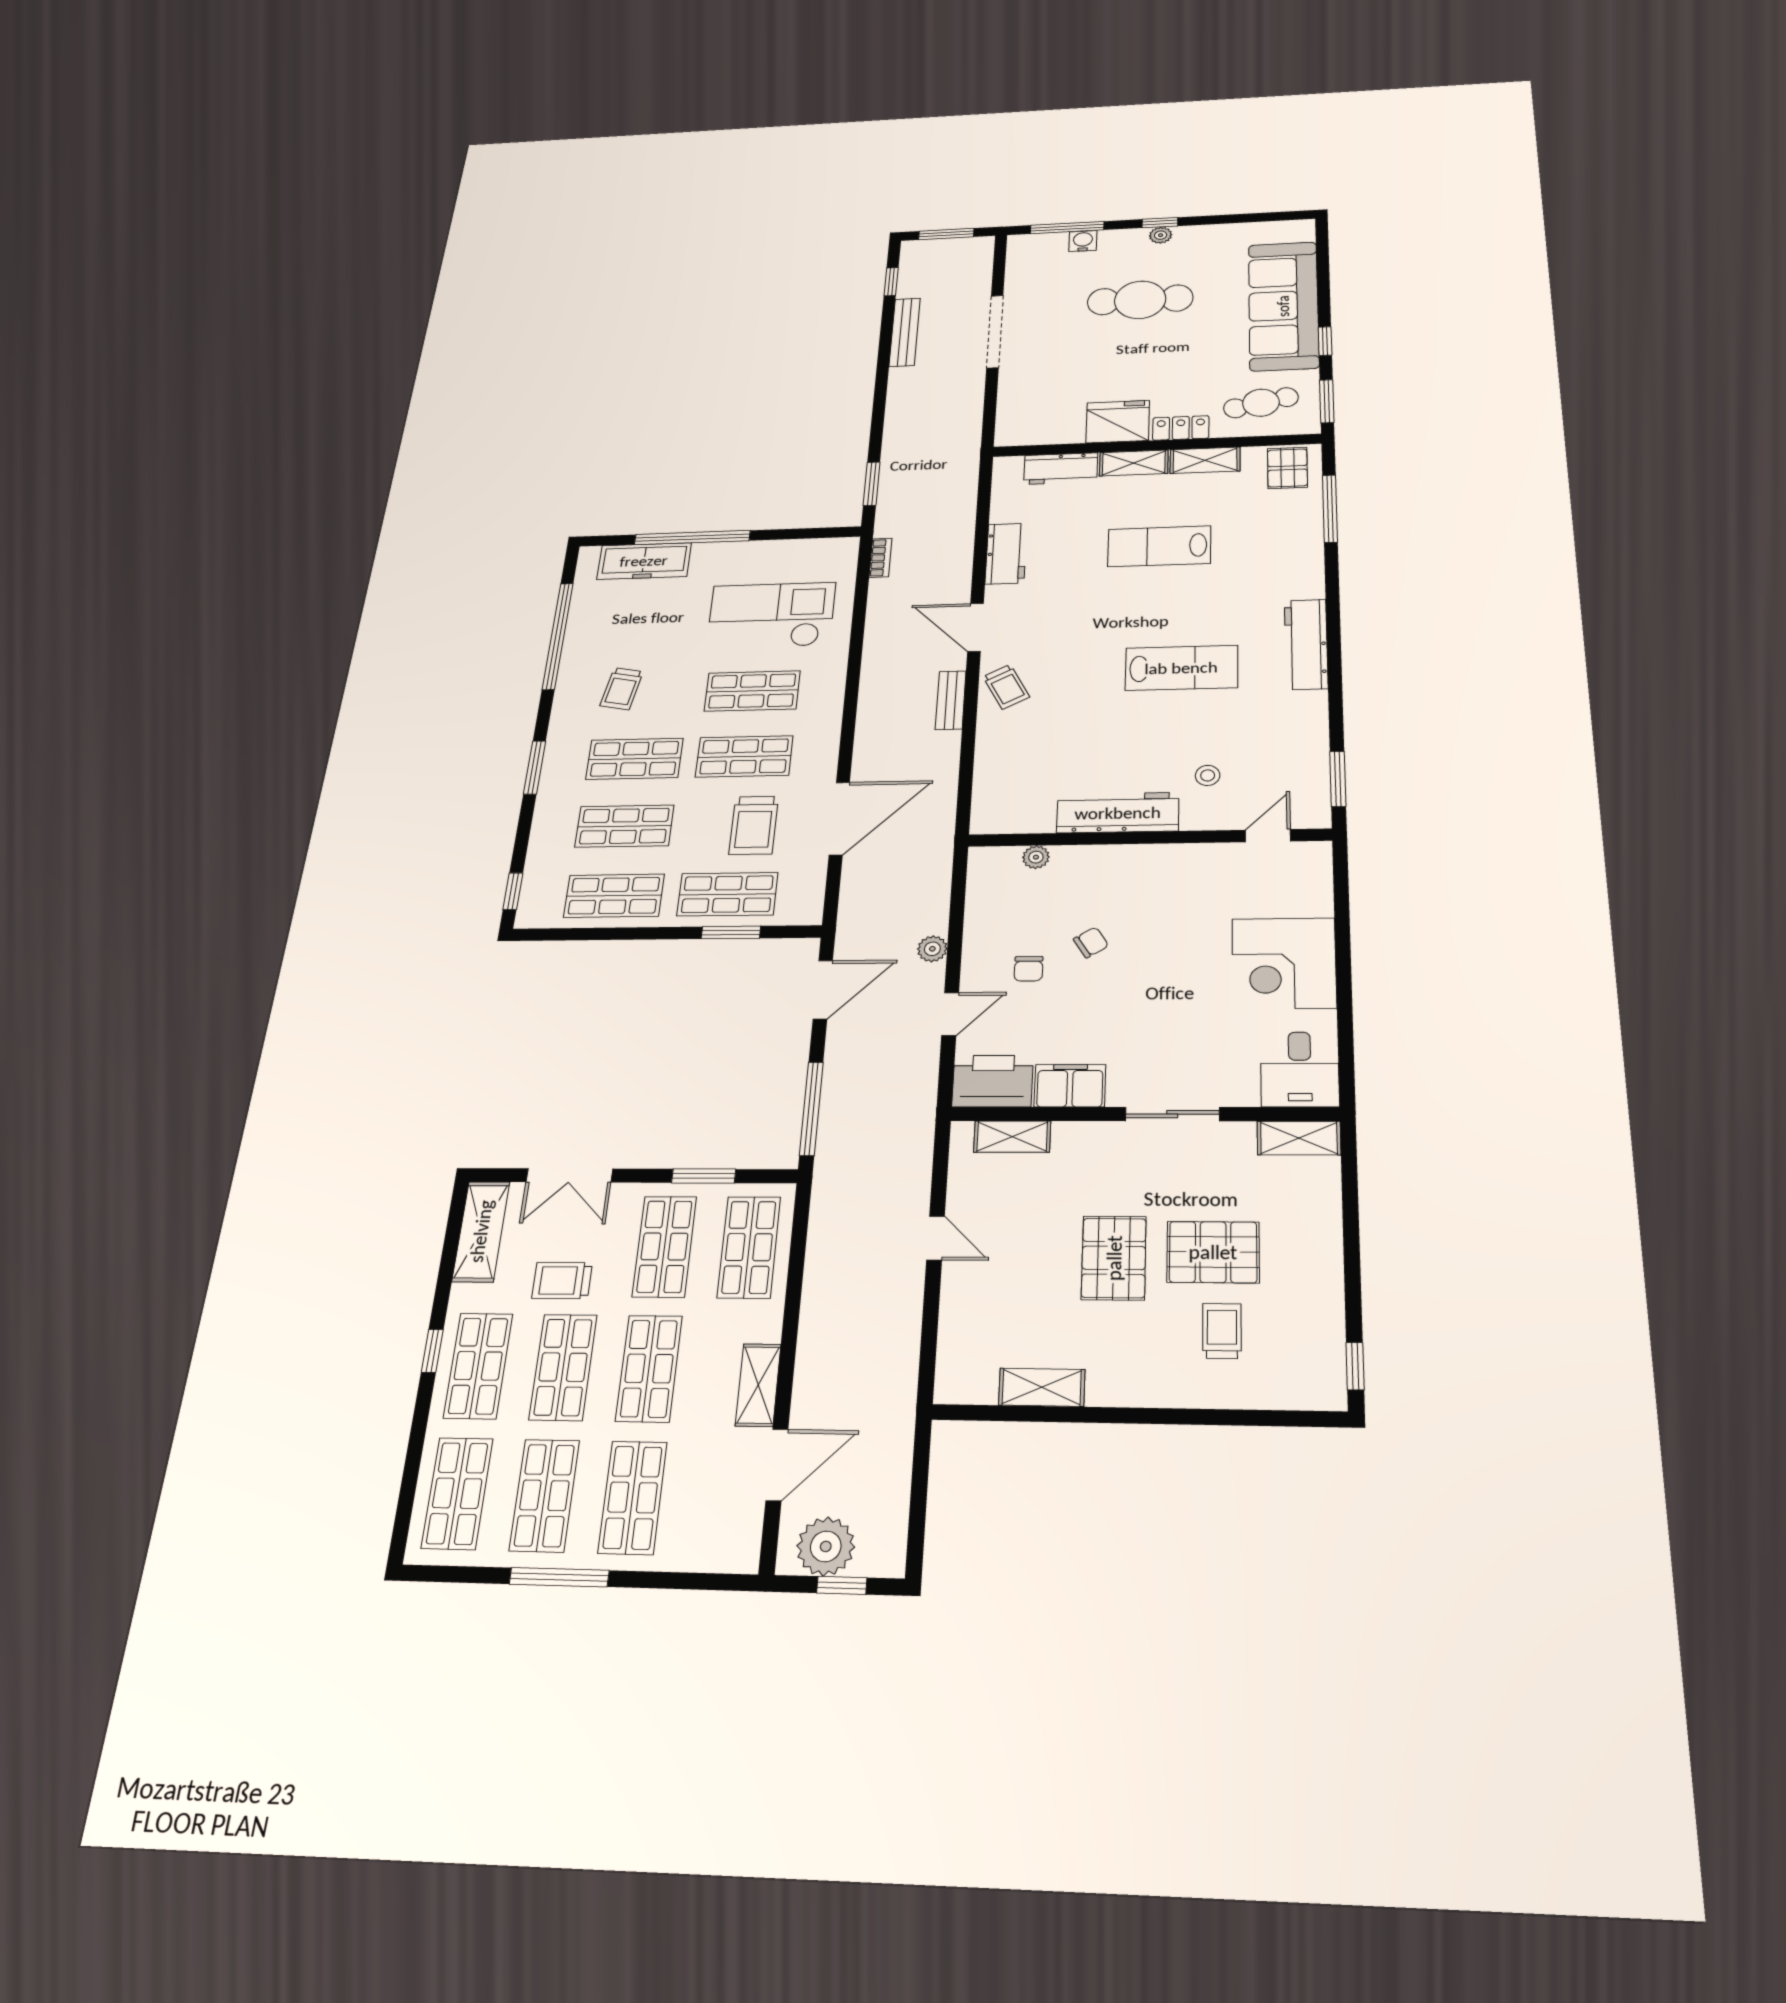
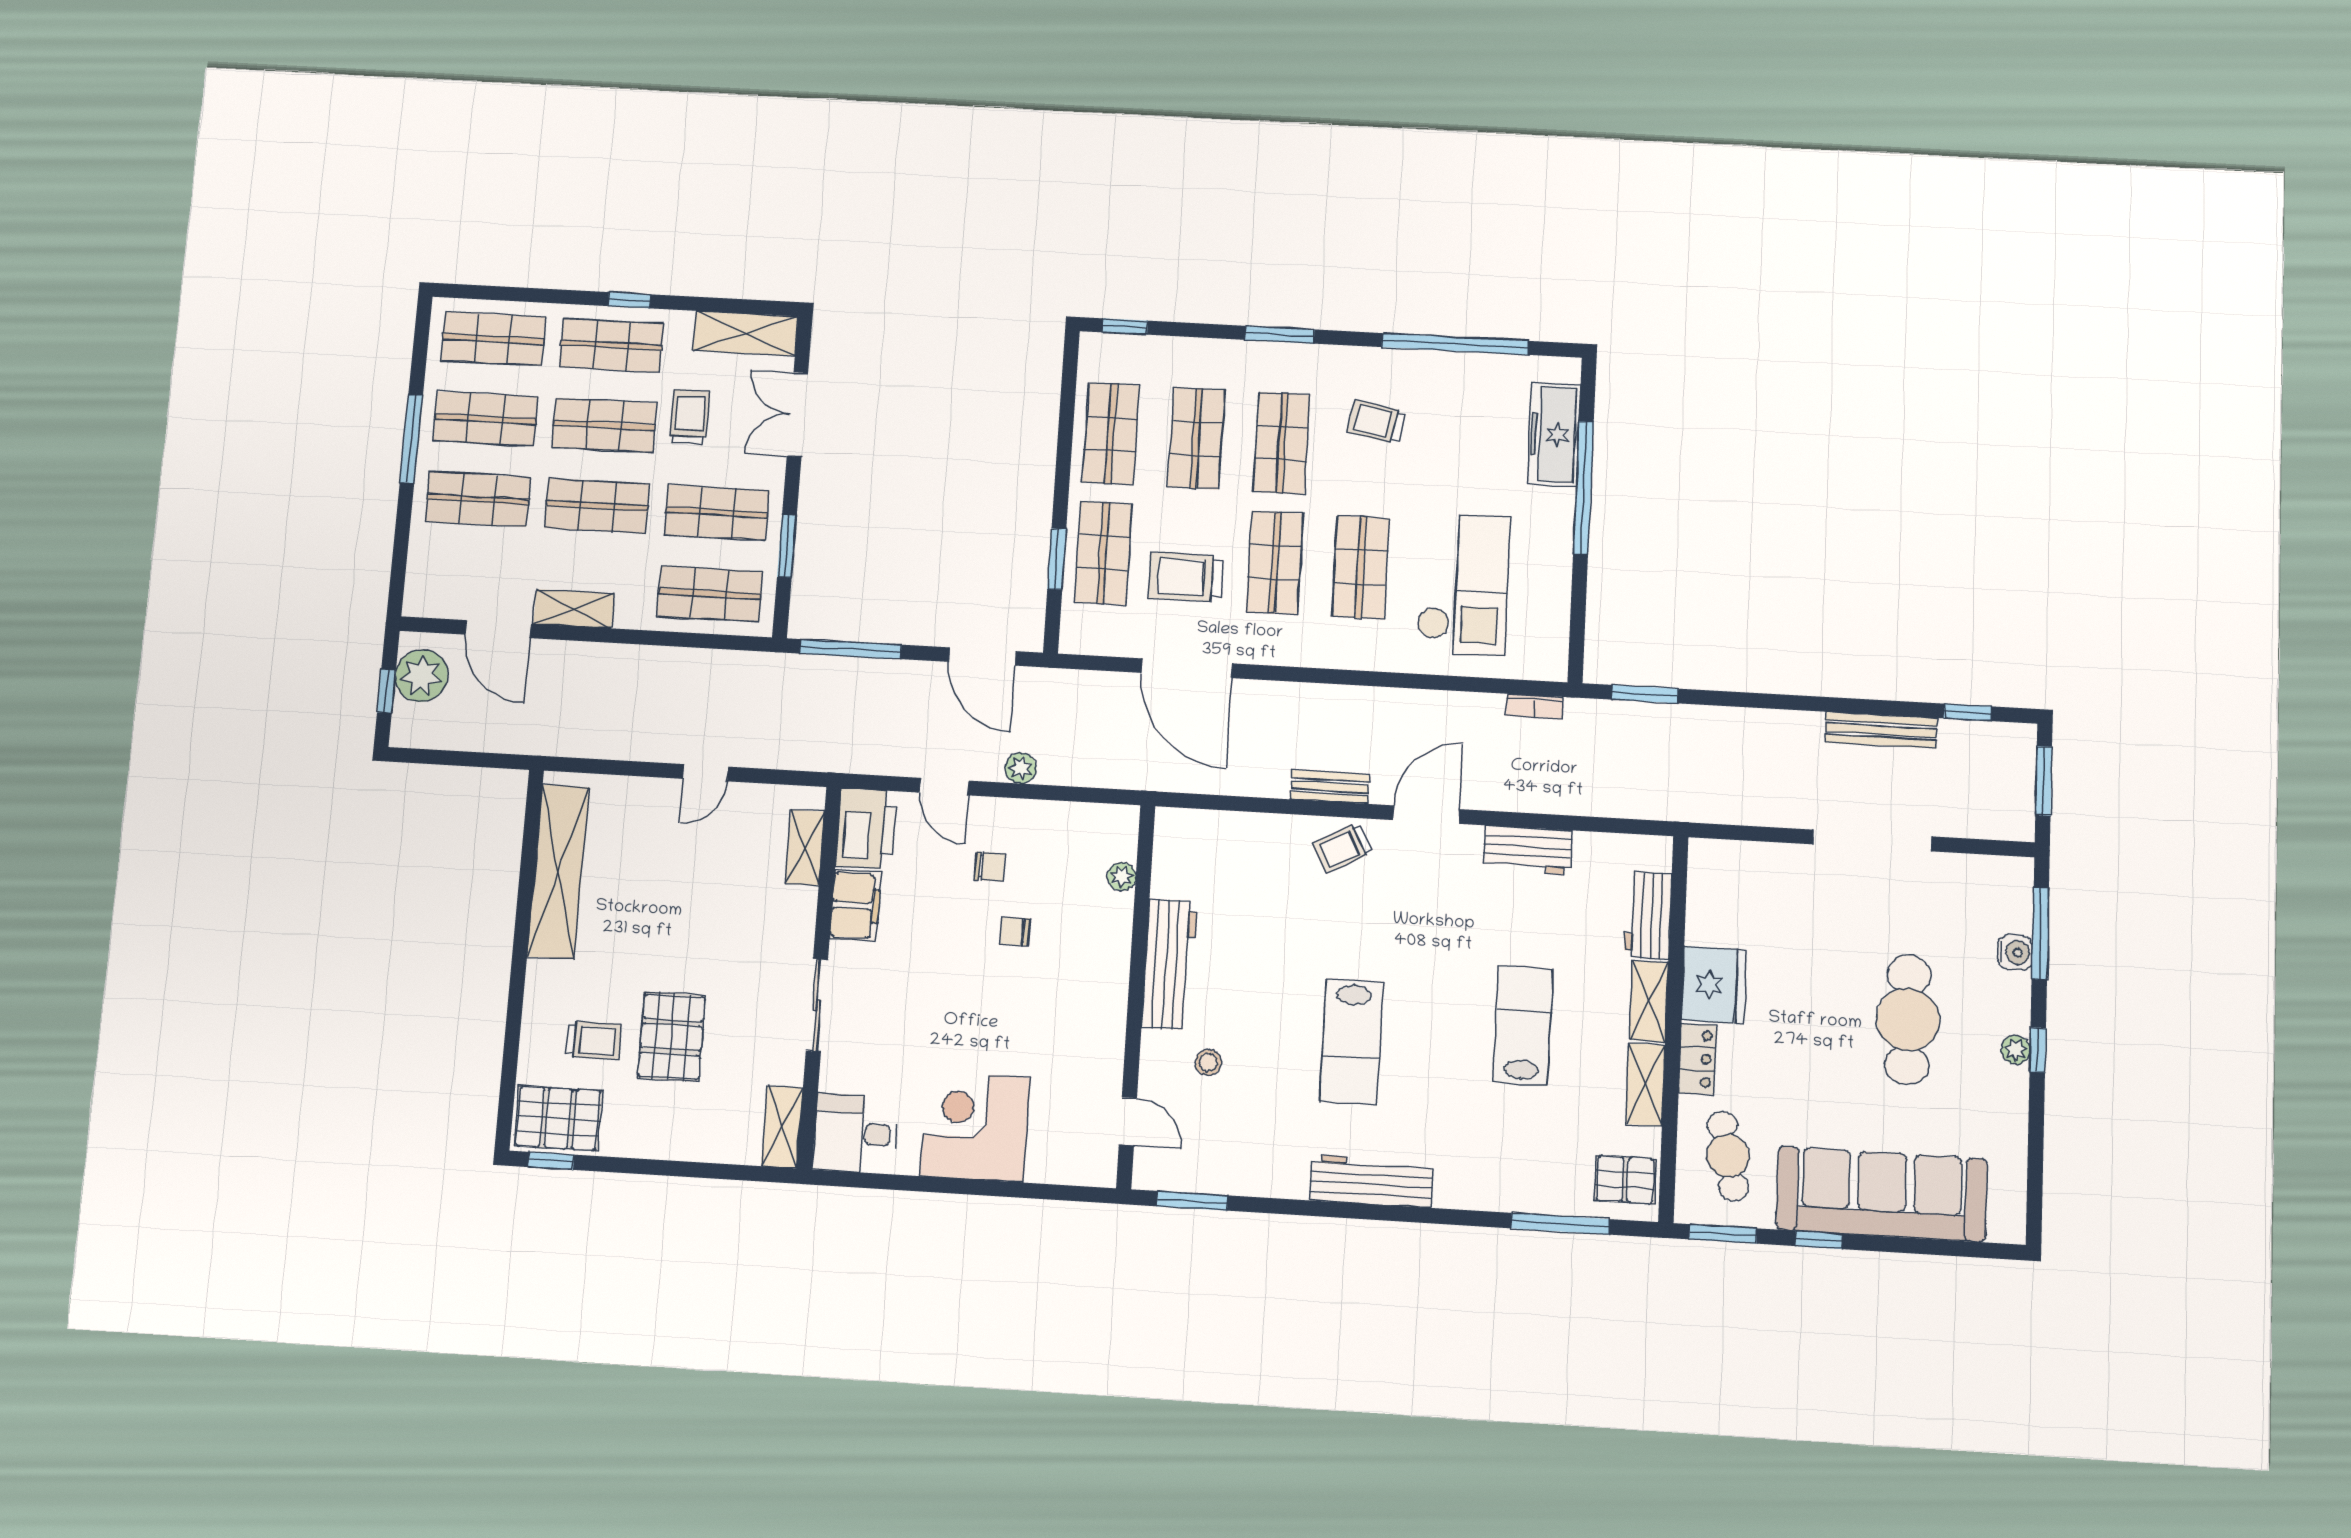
chair: (1091, 942) -> (1015, 931), turned 122
chair: (1029, 969) -> (990, 867), turned 180
pallet: (1114, 1258) -> (558, 1118), moved
shelving: (1042, 1387) -> (558, 872), width x2.20, depth x1.33

